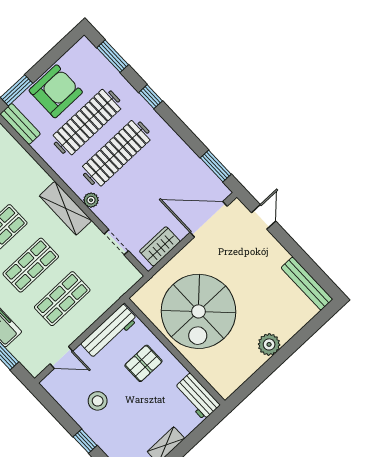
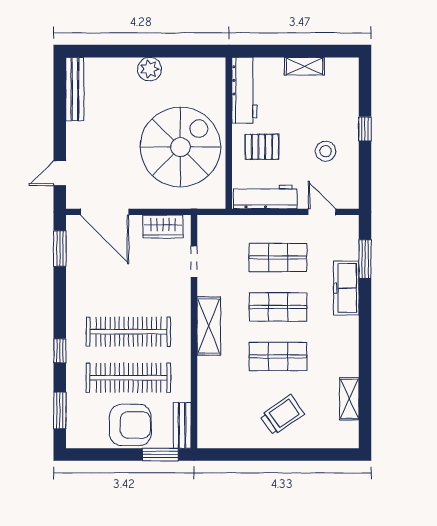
armchair: (56, 91) -> (130, 425), turned 180
plant: (91, 200) -> (183, 314), removed
workbench: (197, 397) -> (244, 90), width x1.37

